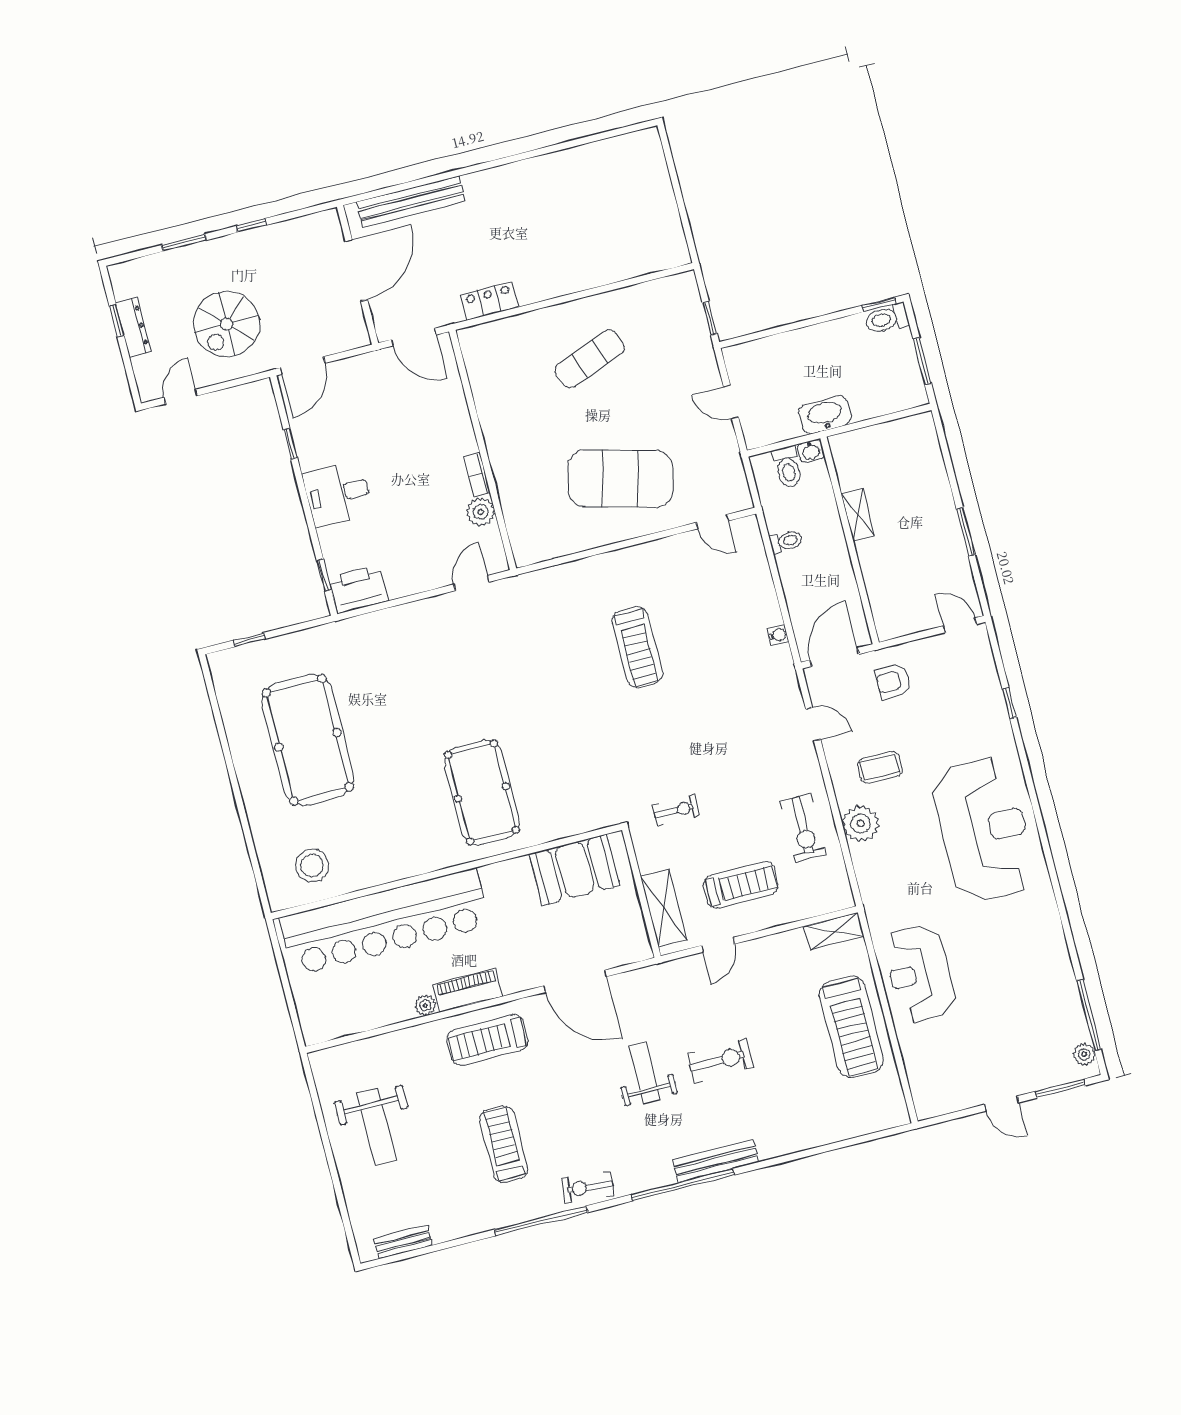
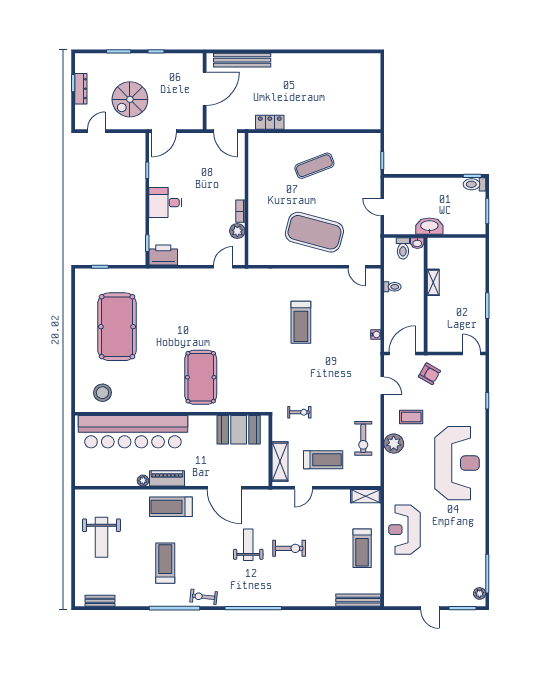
armchair: (893, 681) -> (429, 374), turned -150
treadmill: (852, 1027) -> (362, 548), width x0.73, depth x0.73
bench: (716, 1161) -> (358, 600), moved

